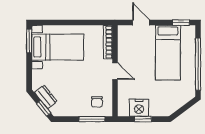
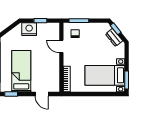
door: (115, 71) -> (61, 46), moved
nightstand: (139, 108) -> (29, 29), moved

